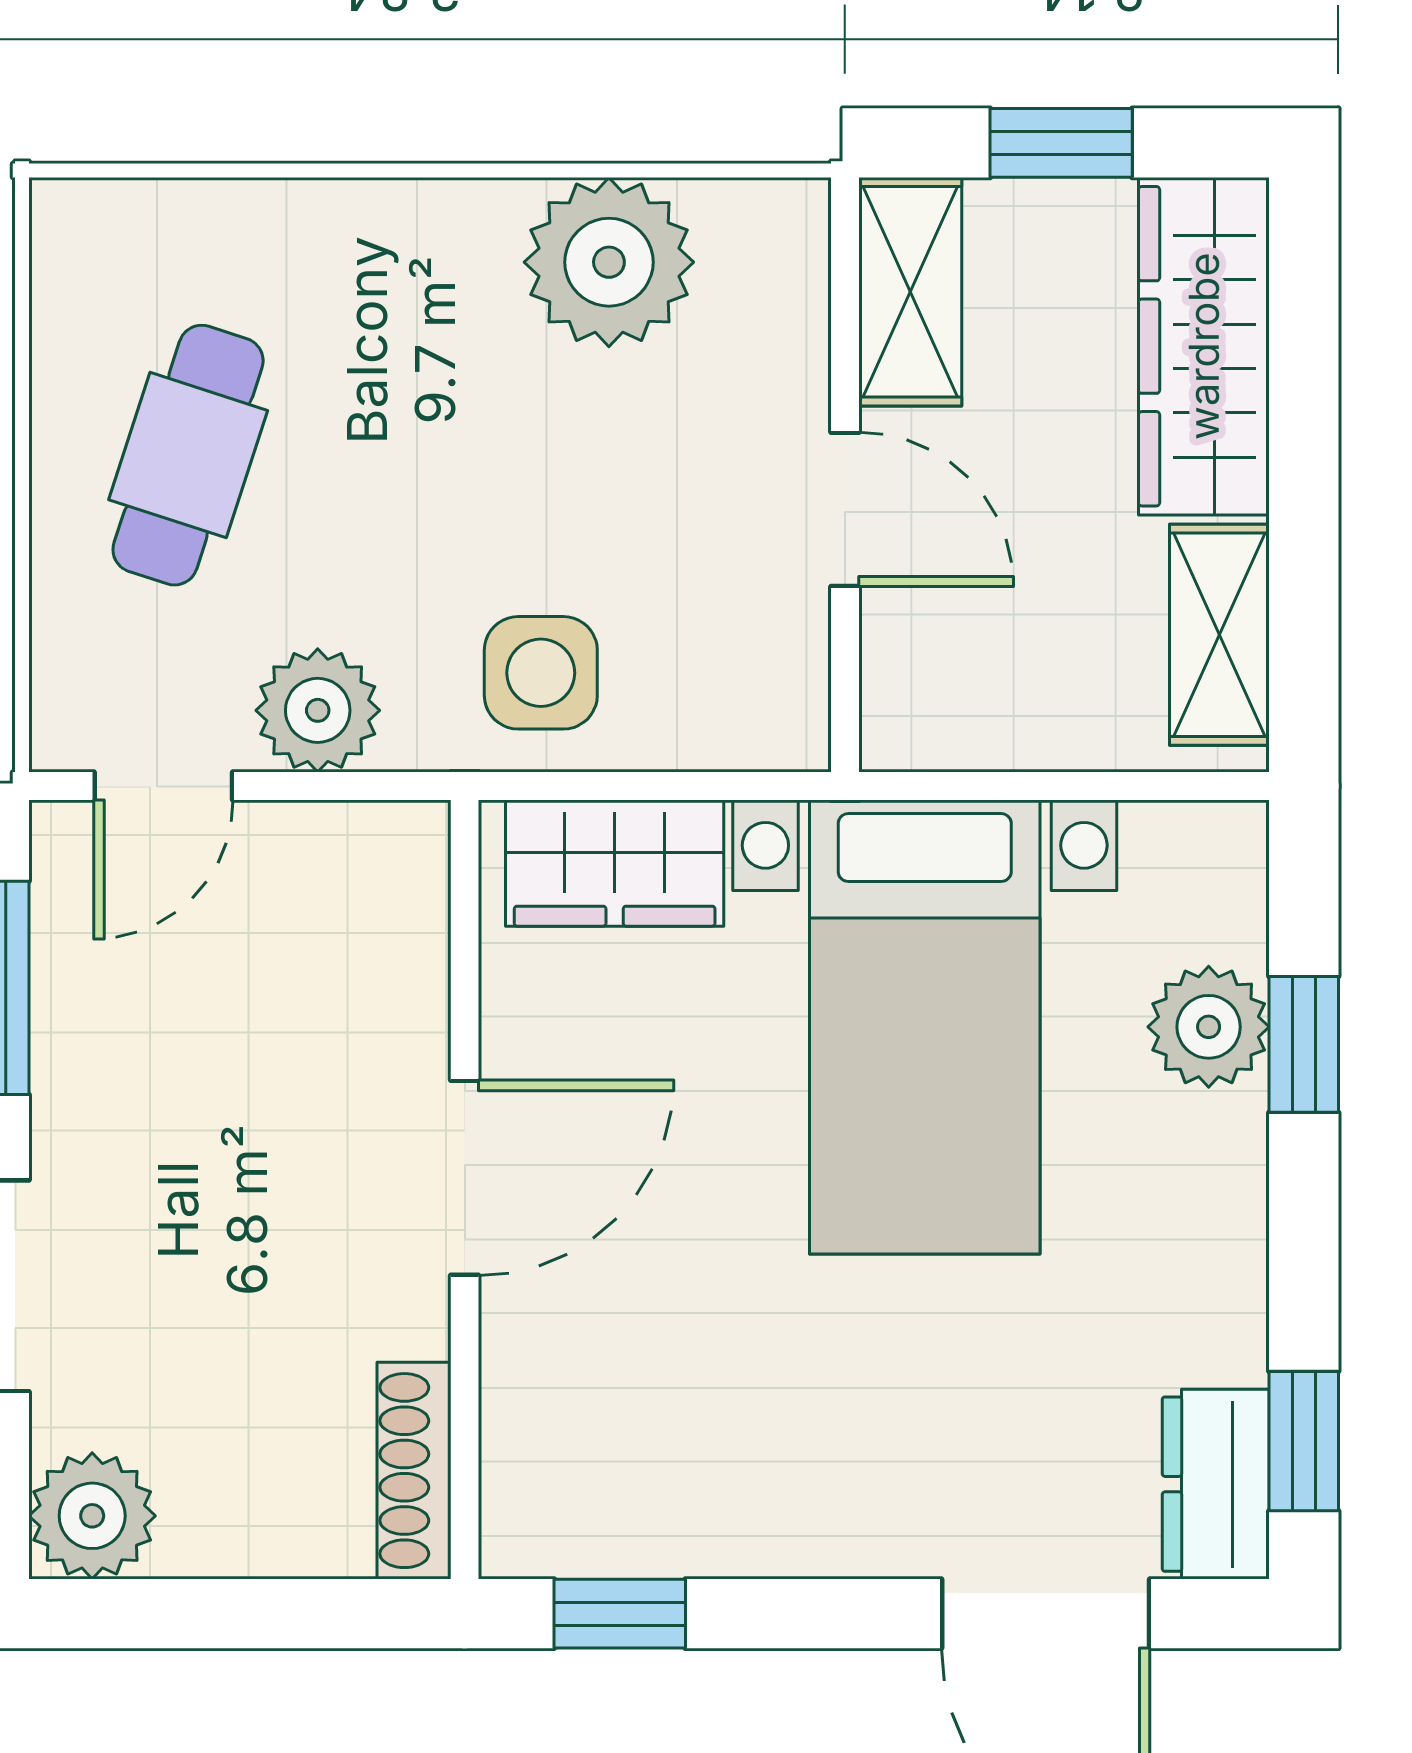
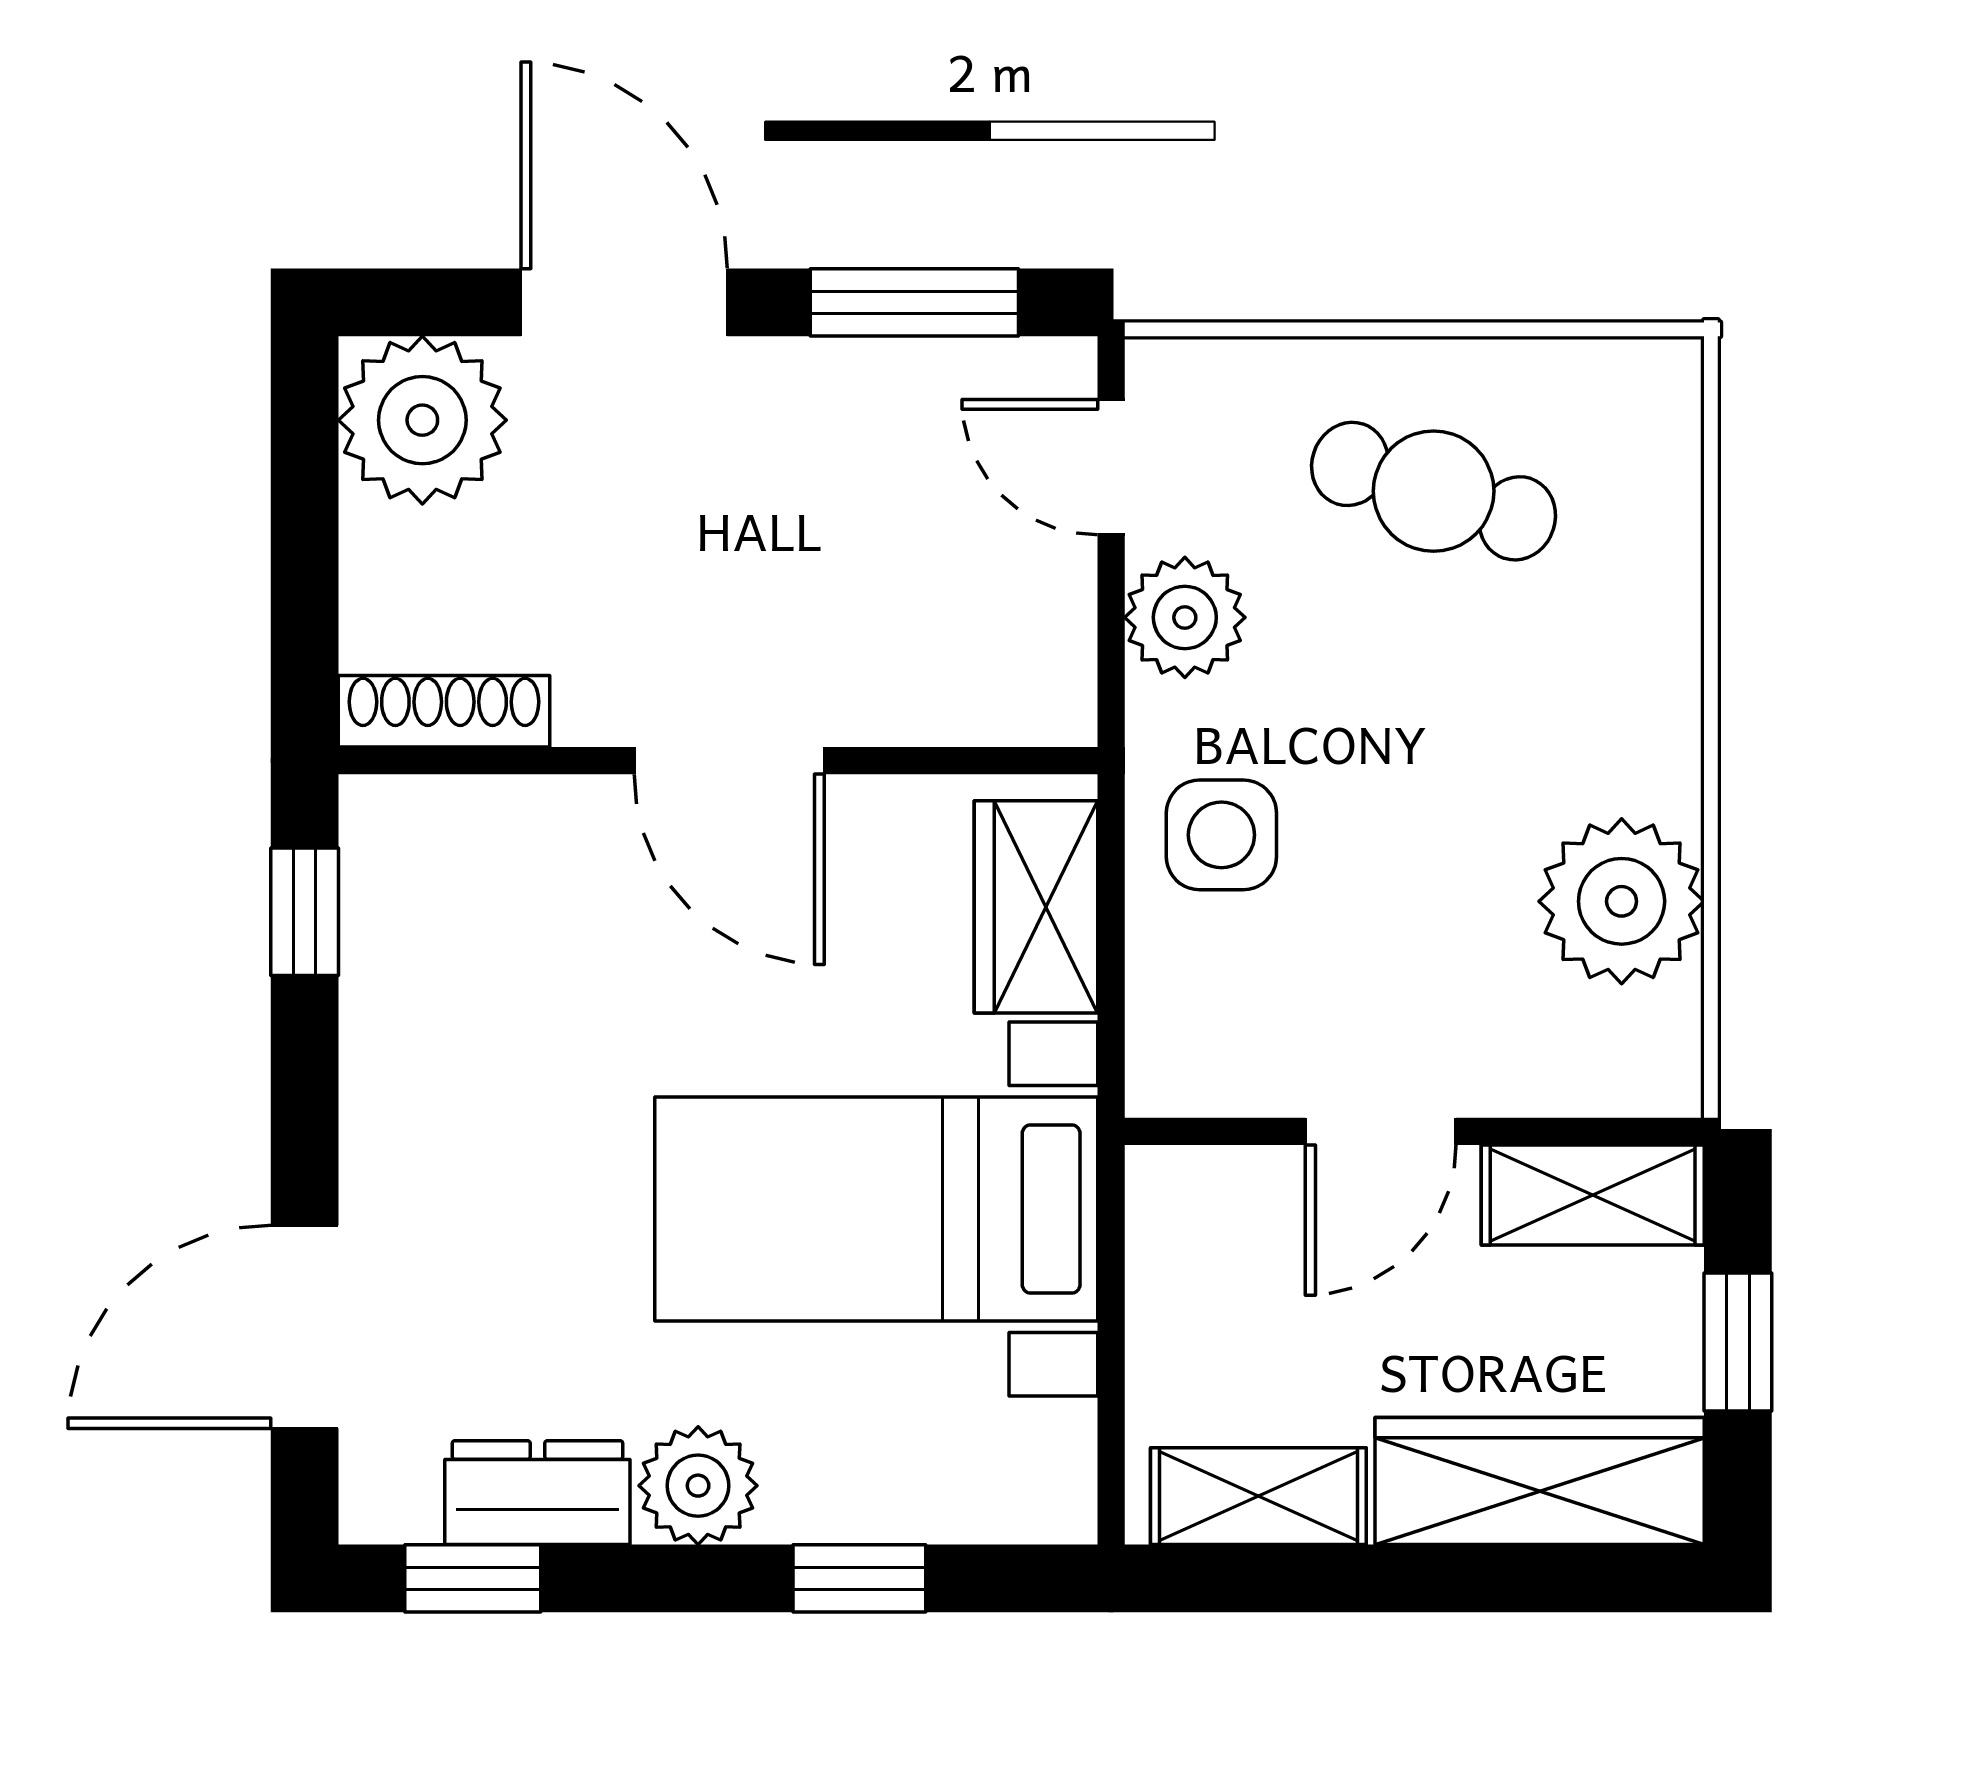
plant: (1209, 1027) -> (698, 1486), moved
dresser: (1216, 1484) -> (537, 1493), moved
plant: (92, 1516) -> (422, 420), width x1.36, depth x1.36

